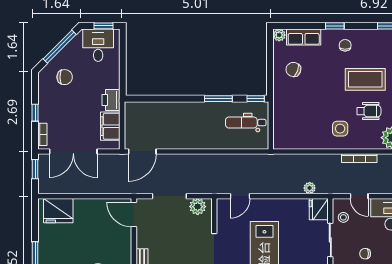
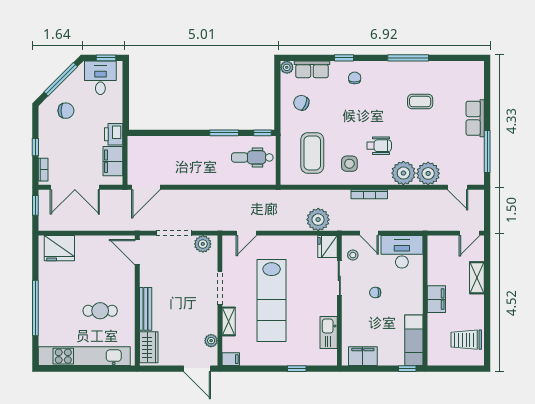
coffee table: (365, 79) -> (312, 153), moved, turned 90
plant: (310, 188) -> (318, 220), width x1.88, depth x1.88

